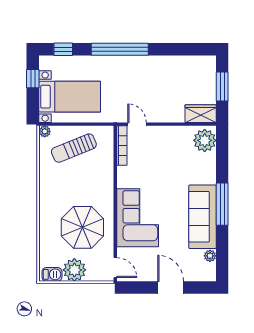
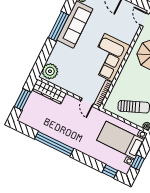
window: (120, 49) -> (54, 144), moved
wardrobe: (201, 114) -> (49, 92), width x1.50
corner sofa: (138, 218) -> (109, 58), moved

